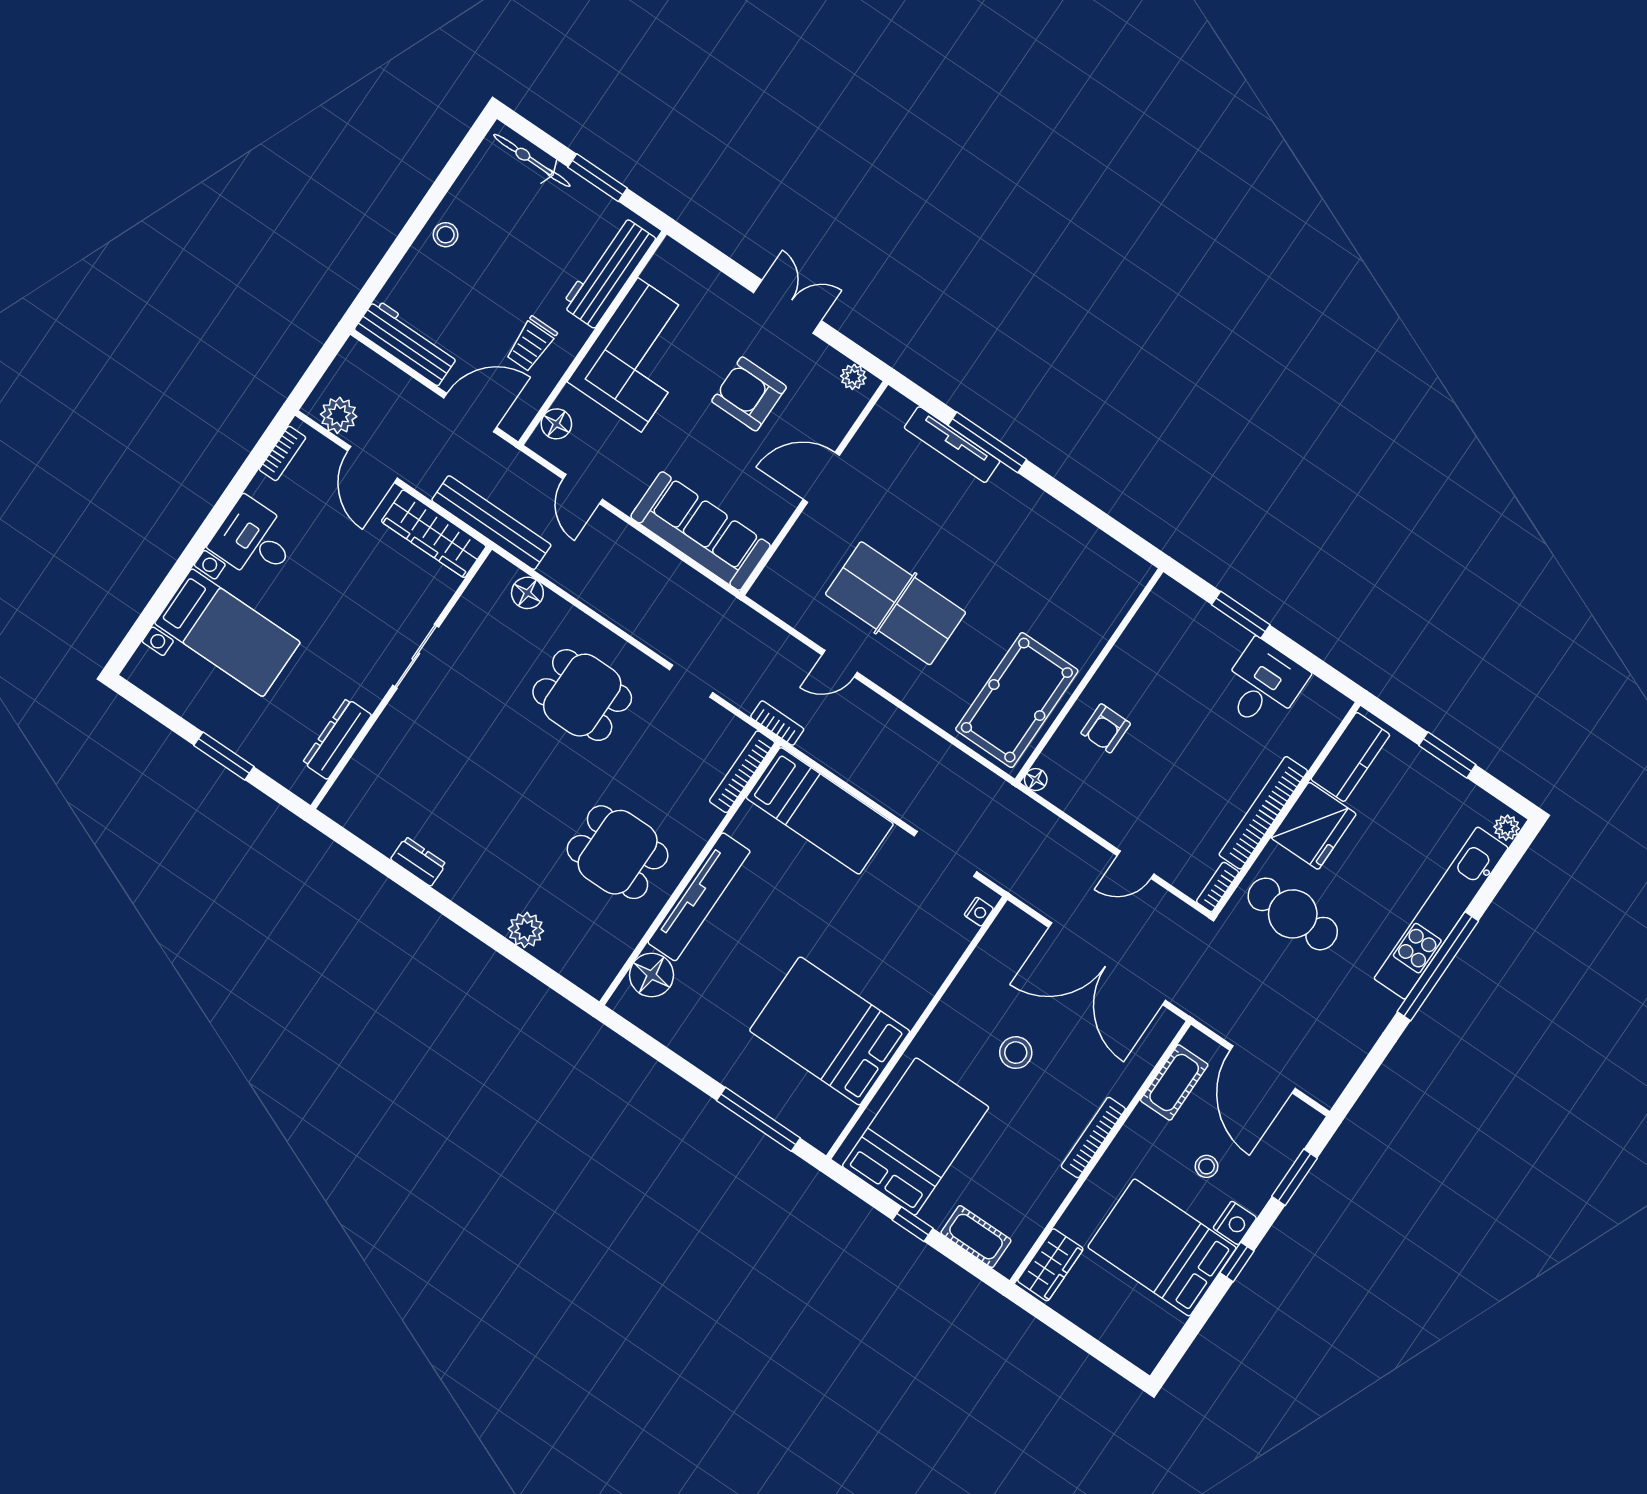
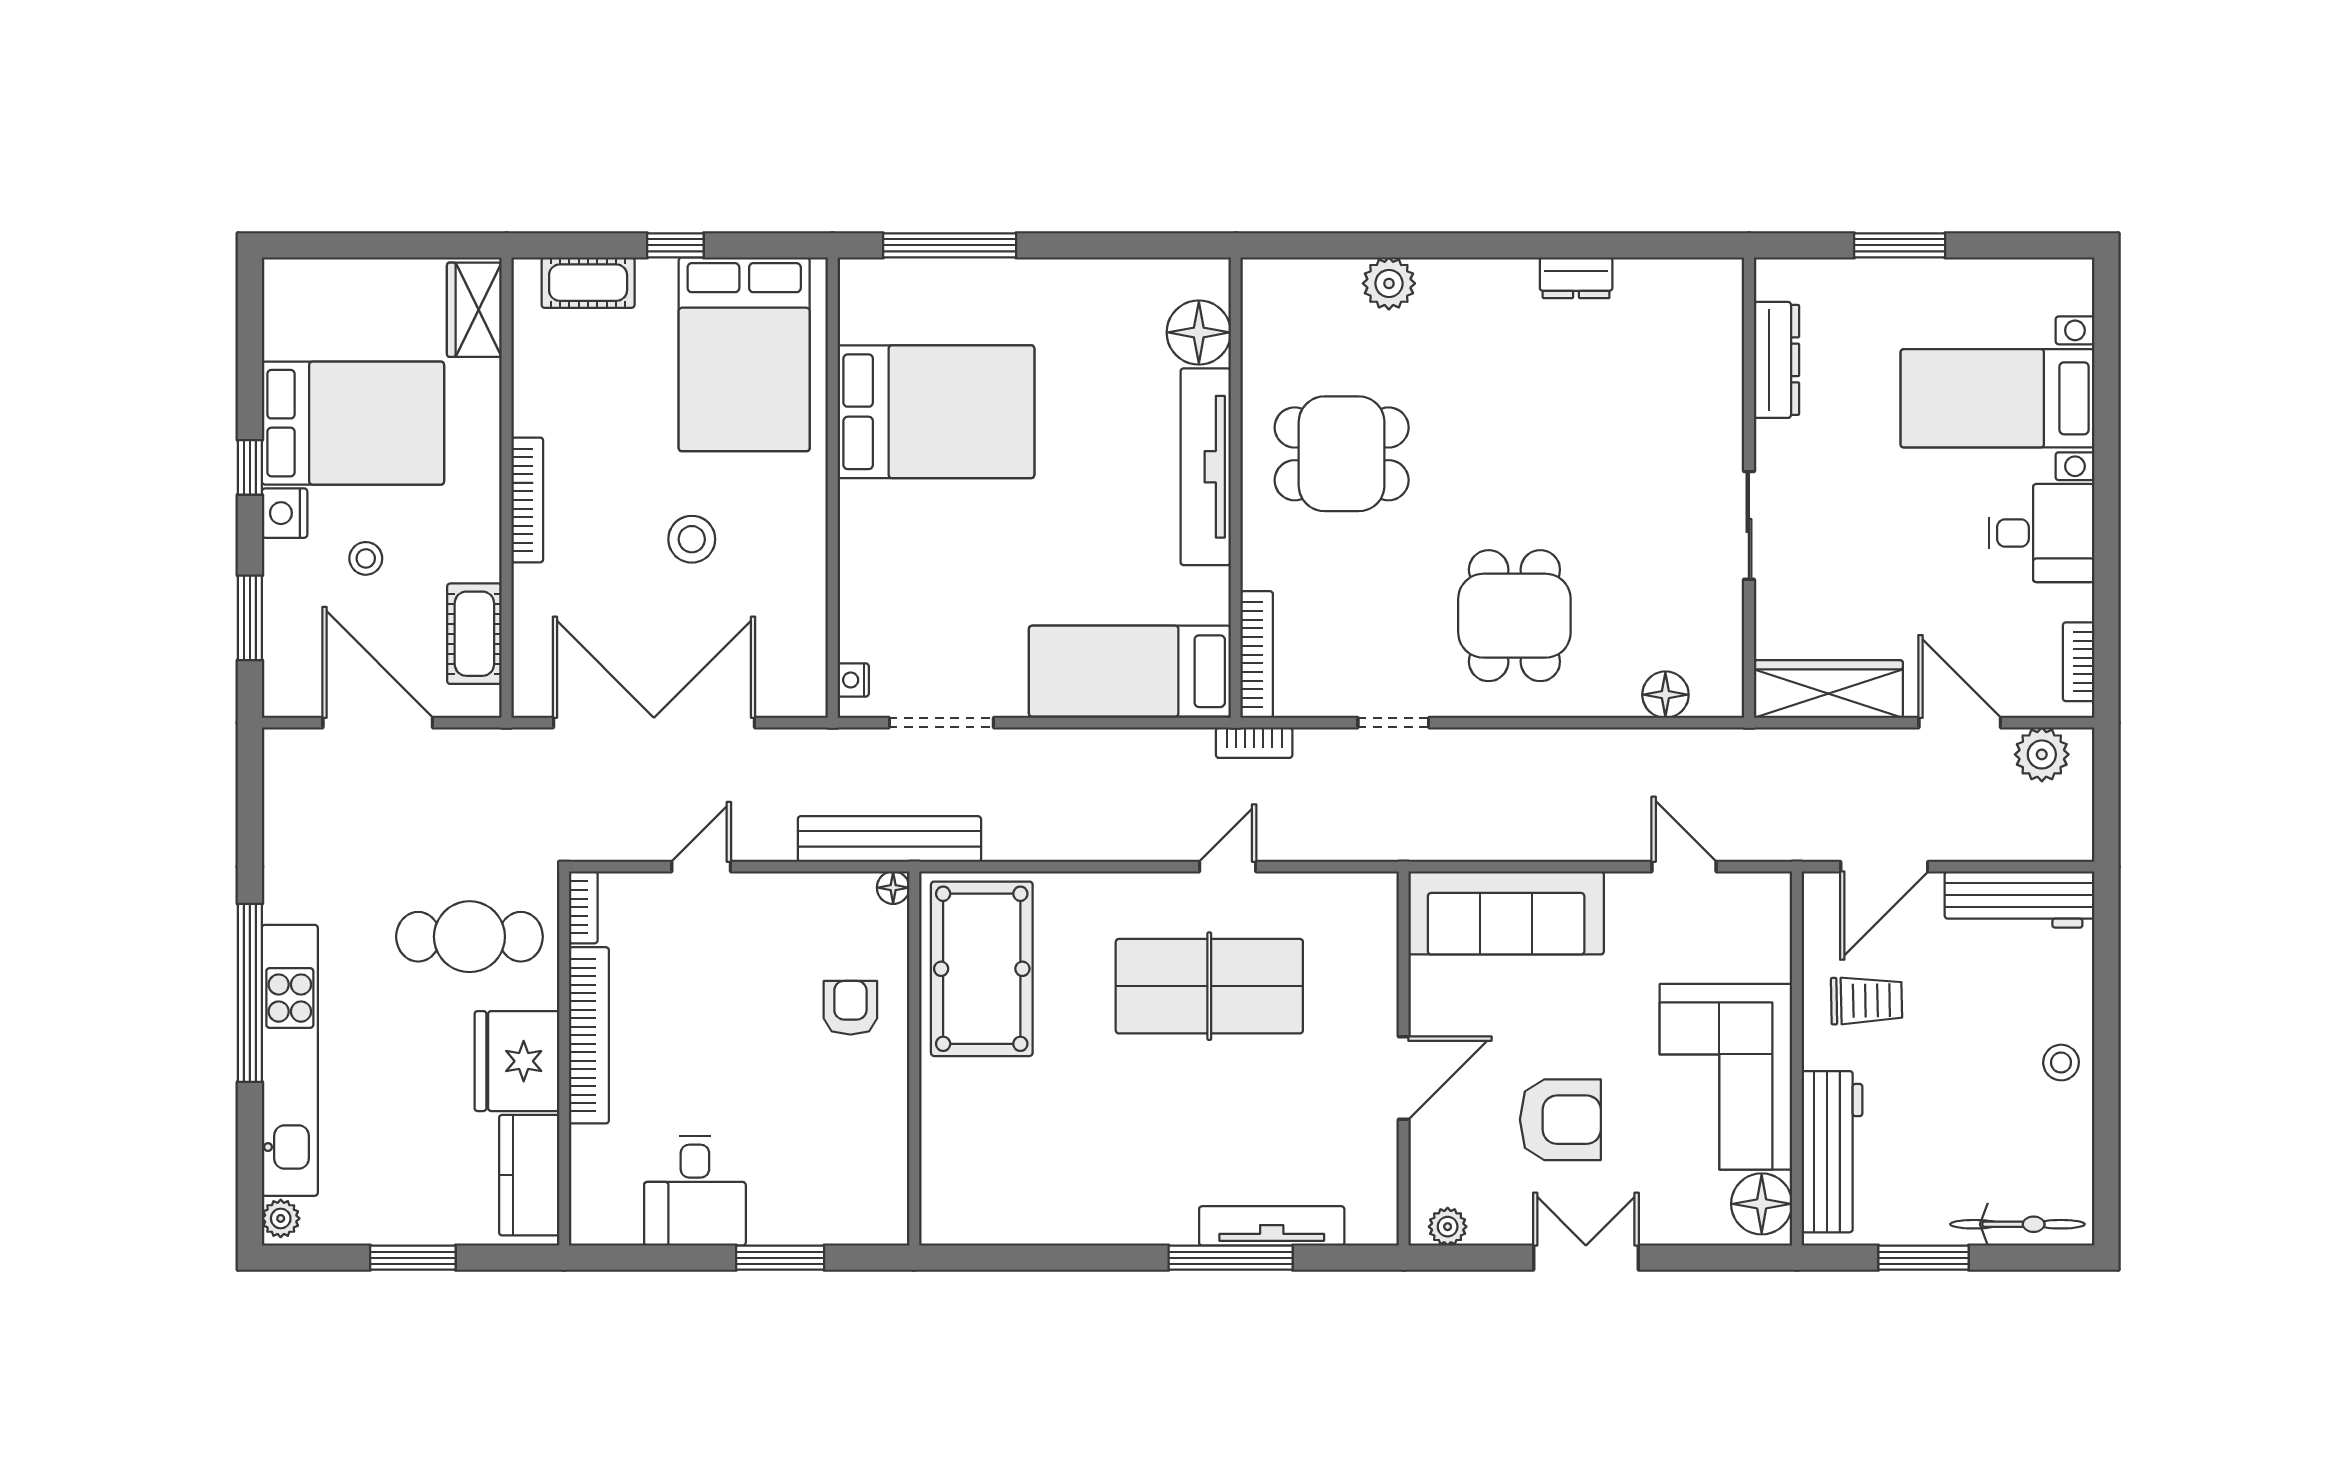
double door: (787, 307) -> (1586, 1258), swing flipped
trolley: (531, 344) -> (1866, 1001), turned 89
floor lamp: (556, 424) -> (1762, 1204), moved, width x1.38, depth x1.38
bench: (491, 523) -> (889, 839), moved
dining table: (582, 695) -> (1514, 616), turned 90

